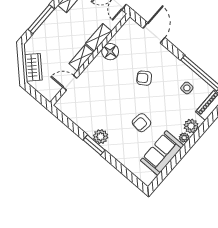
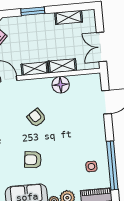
window: (41, 19) -> (33, 11), width x0.69
armchair: (144, 78) -> (36, 118), moved

